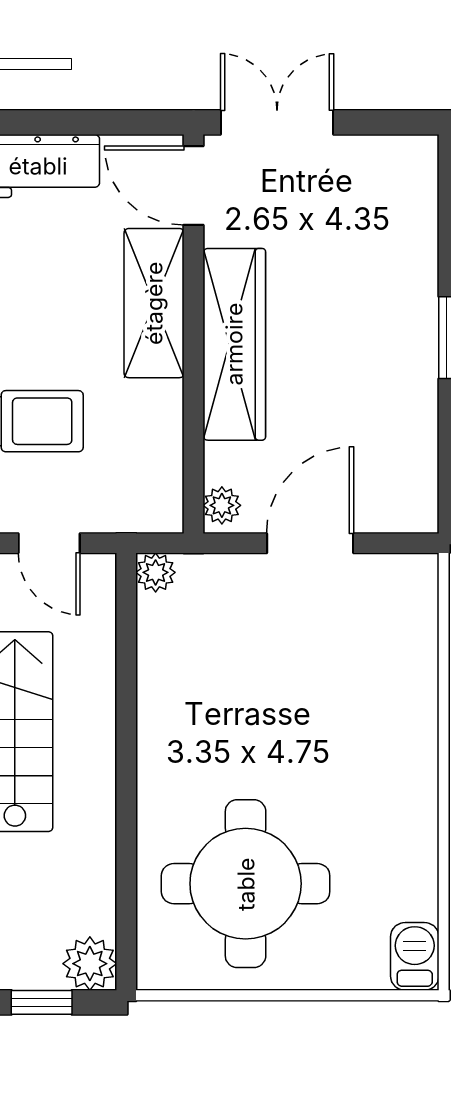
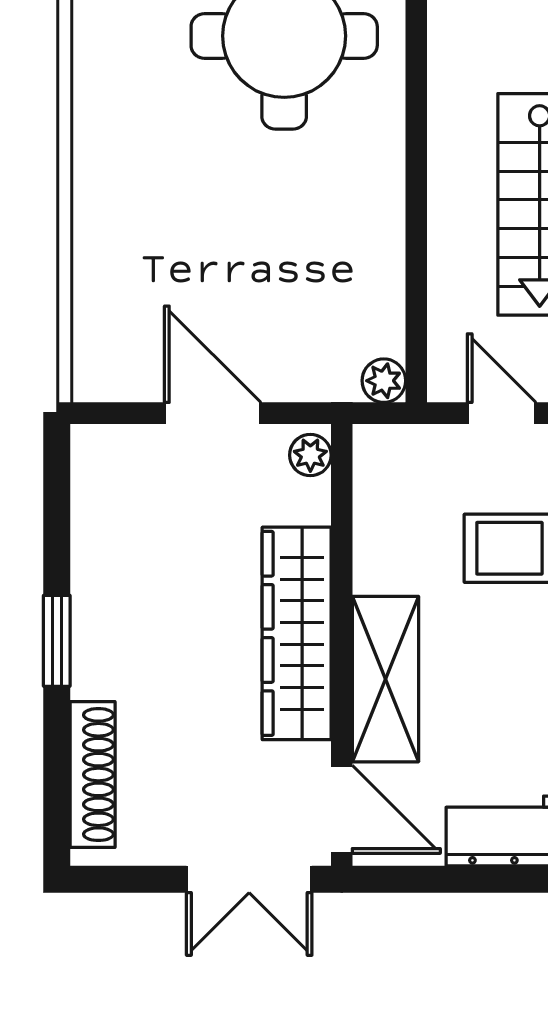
shoe rack: (418, 217) -> (93, 775), added
door: (310, 543) -> (213, 413), swing flipped

